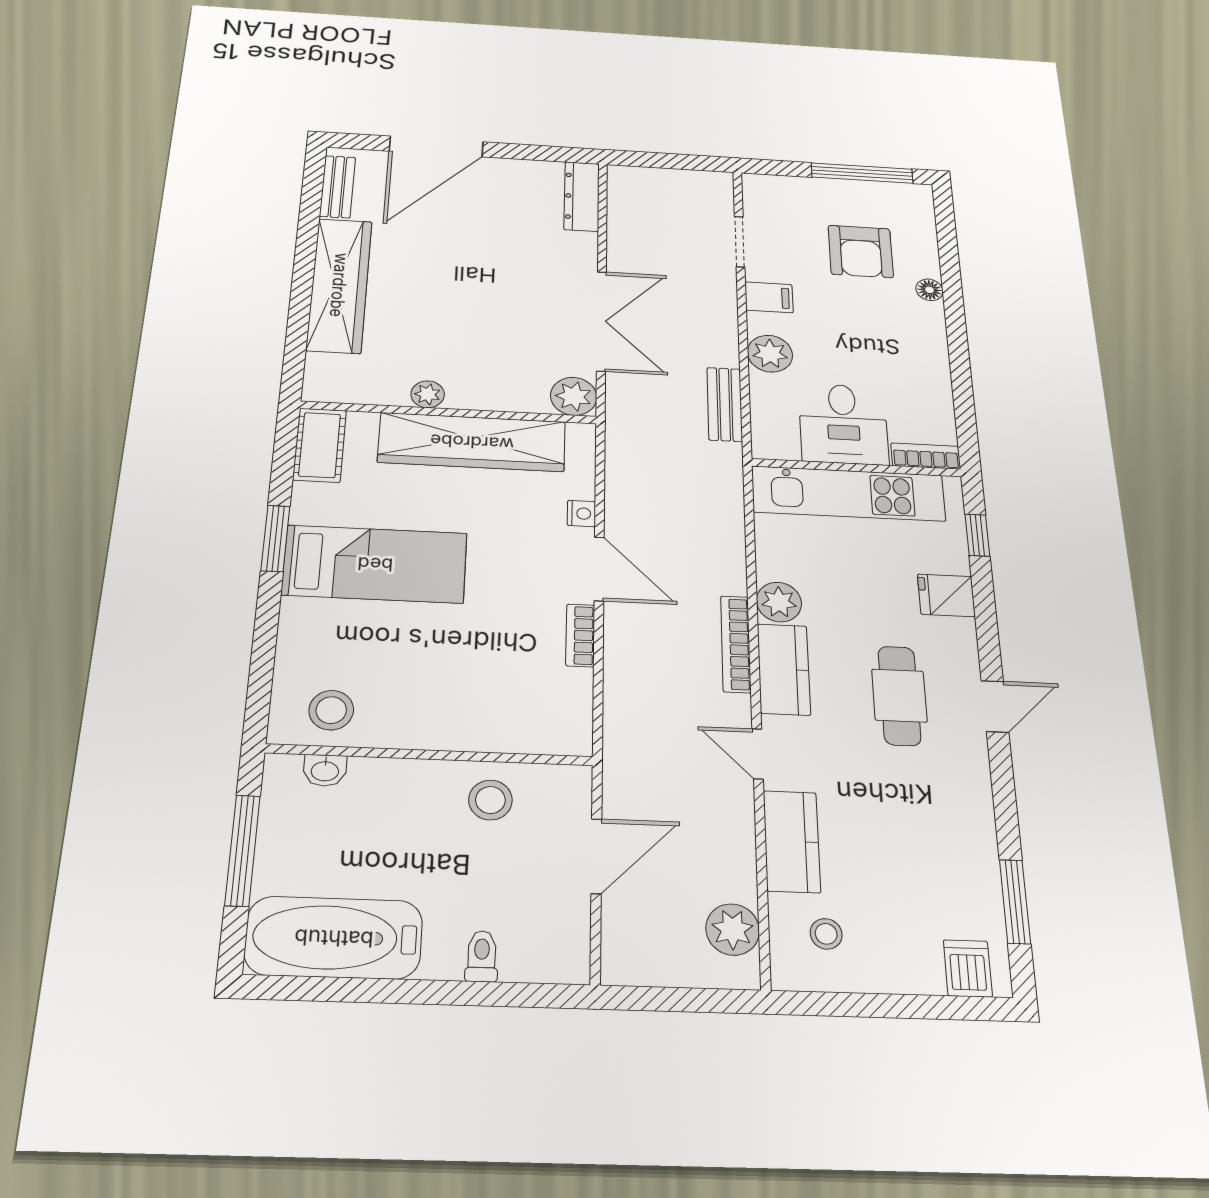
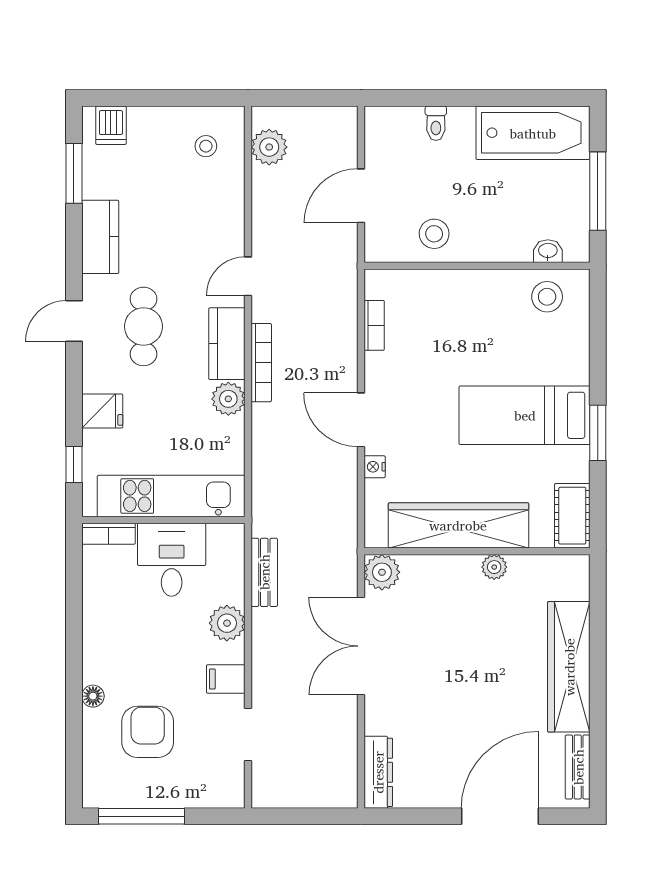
bookcase: (580, 635) -> (374, 325), moved
door: (758, 754) -> (248, 276), swing flipped
kitchen counter: (792, 841) -> (100, 237), moved, turned 180

